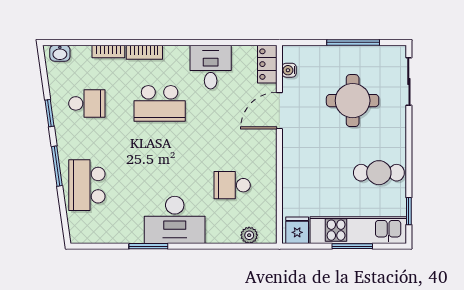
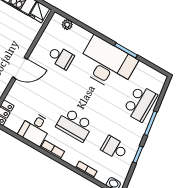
bookcase: (144, 52) -> (53, 150), moved
school desk: (160, 103) -> (75, 125), turned 180
door: (279, 111) -> (20, 68), moved
desk: (175, 220) -> (107, 64), width x1.36, depth x1.30

